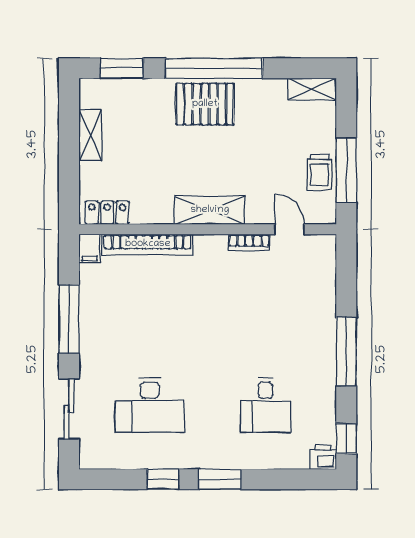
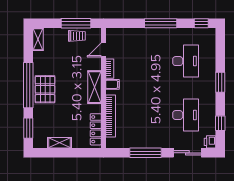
locker: (107, 213) -> (96, 129), width x1.53
filing cabinet: (90, 249) -> (112, 84), moved
desk: (265, 405) -> (186, 61), width x1.37
printer: (323, 457) -> (210, 142), moved
window: (163, 479) -> (220, 123), moved

